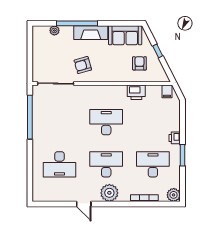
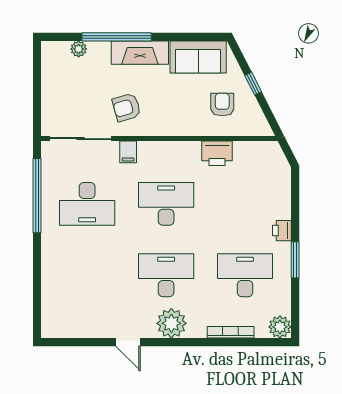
filing cabinet: (167, 91) -> (128, 152), moved
desk: (59, 164) -> (87, 204), moved

